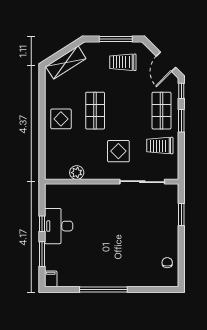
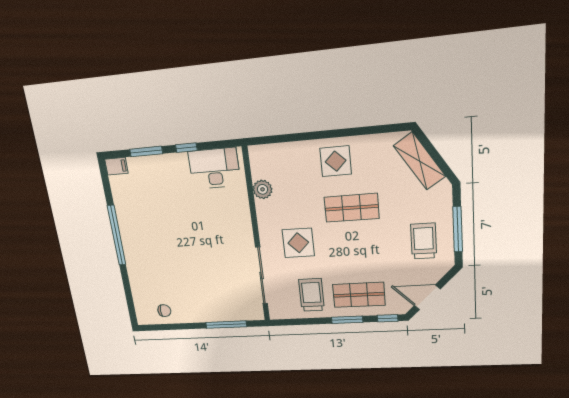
window: (181, 214) -> (226, 325), width x1.44
desk: (59, 226) -> (214, 168), moved

